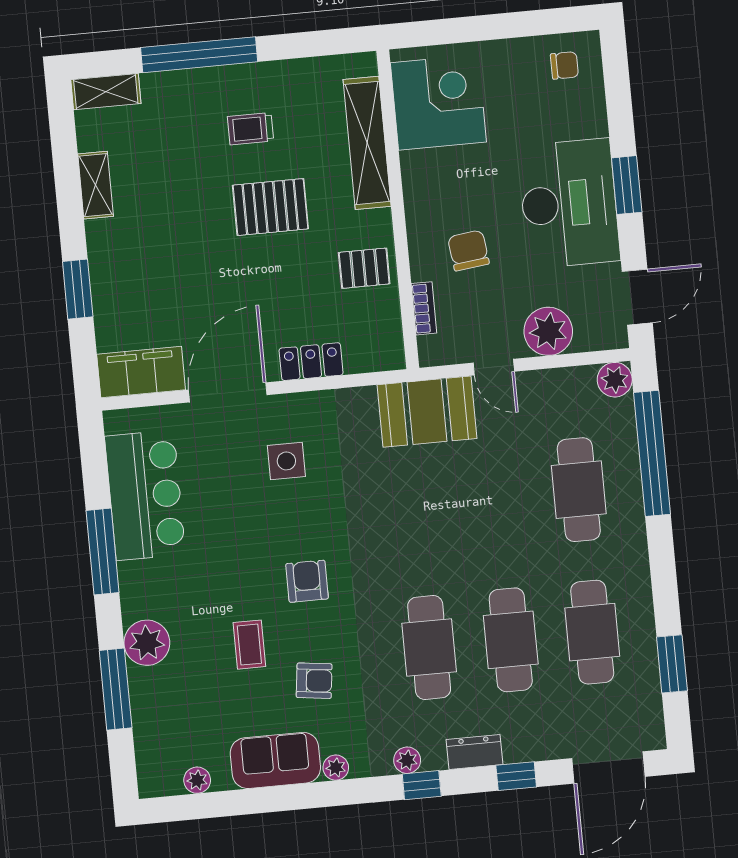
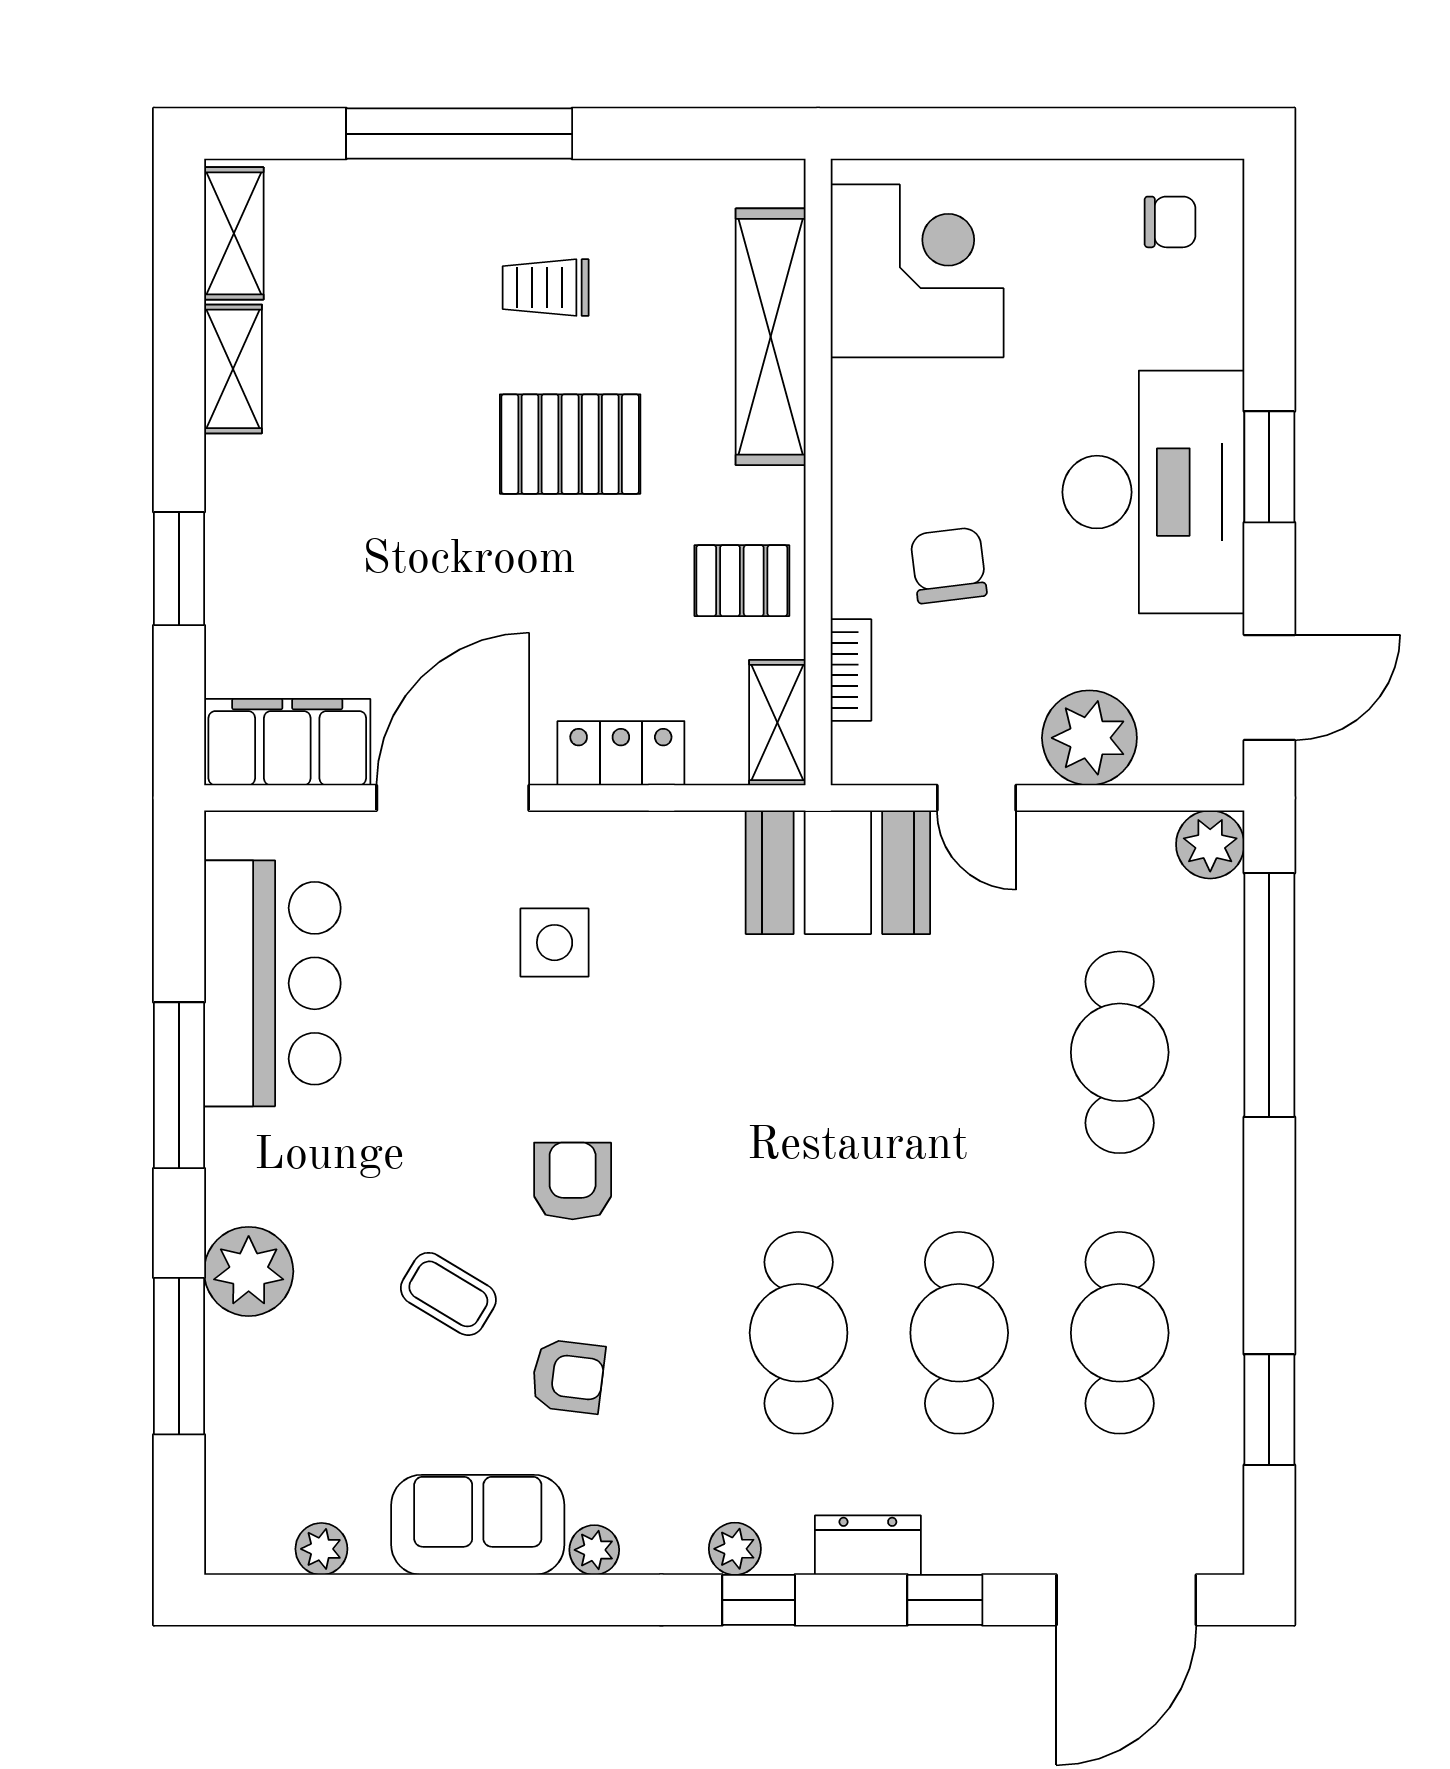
shelving: (106, 92) -> (234, 233), moved, turned 90
shelving: (389, 339) -> (777, 723), added
coffee table: (249, 645) -> (448, 1294), turned -59

